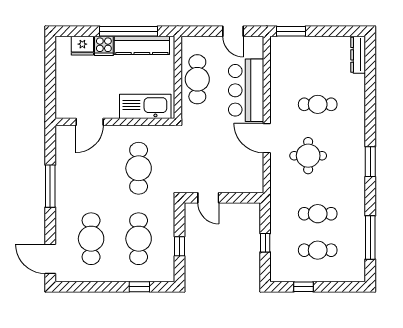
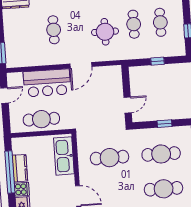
kitchen counter: (142, 45) -> (20, 168), width x0.67
round table: (308, 156) -> (105, 32), moved

